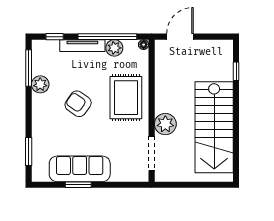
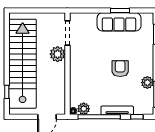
plant: (114, 48) -> (84, 109), moved
rug: (126, 98) -> (86, 73), removed
armchair: (78, 104) -> (120, 69), turned -125
stairs: (214, 127) -> (23, 64), width x1.36

